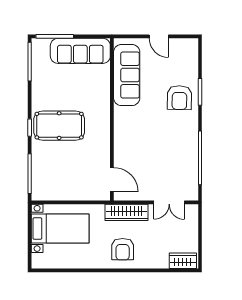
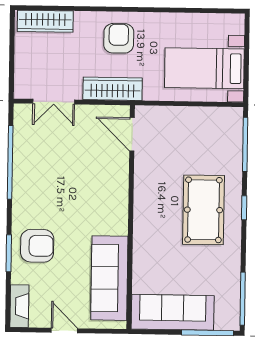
fireplace: (192, 54) -> (19, 306), added
armchair: (179, 98) -> (37, 246), turned 89
pool table: (59, 126) -> (203, 210), turned 90
double door: (169, 202) -> (54, 102), swing flipped
wardrobe: (183, 261) -> (45, 21), width x1.50

